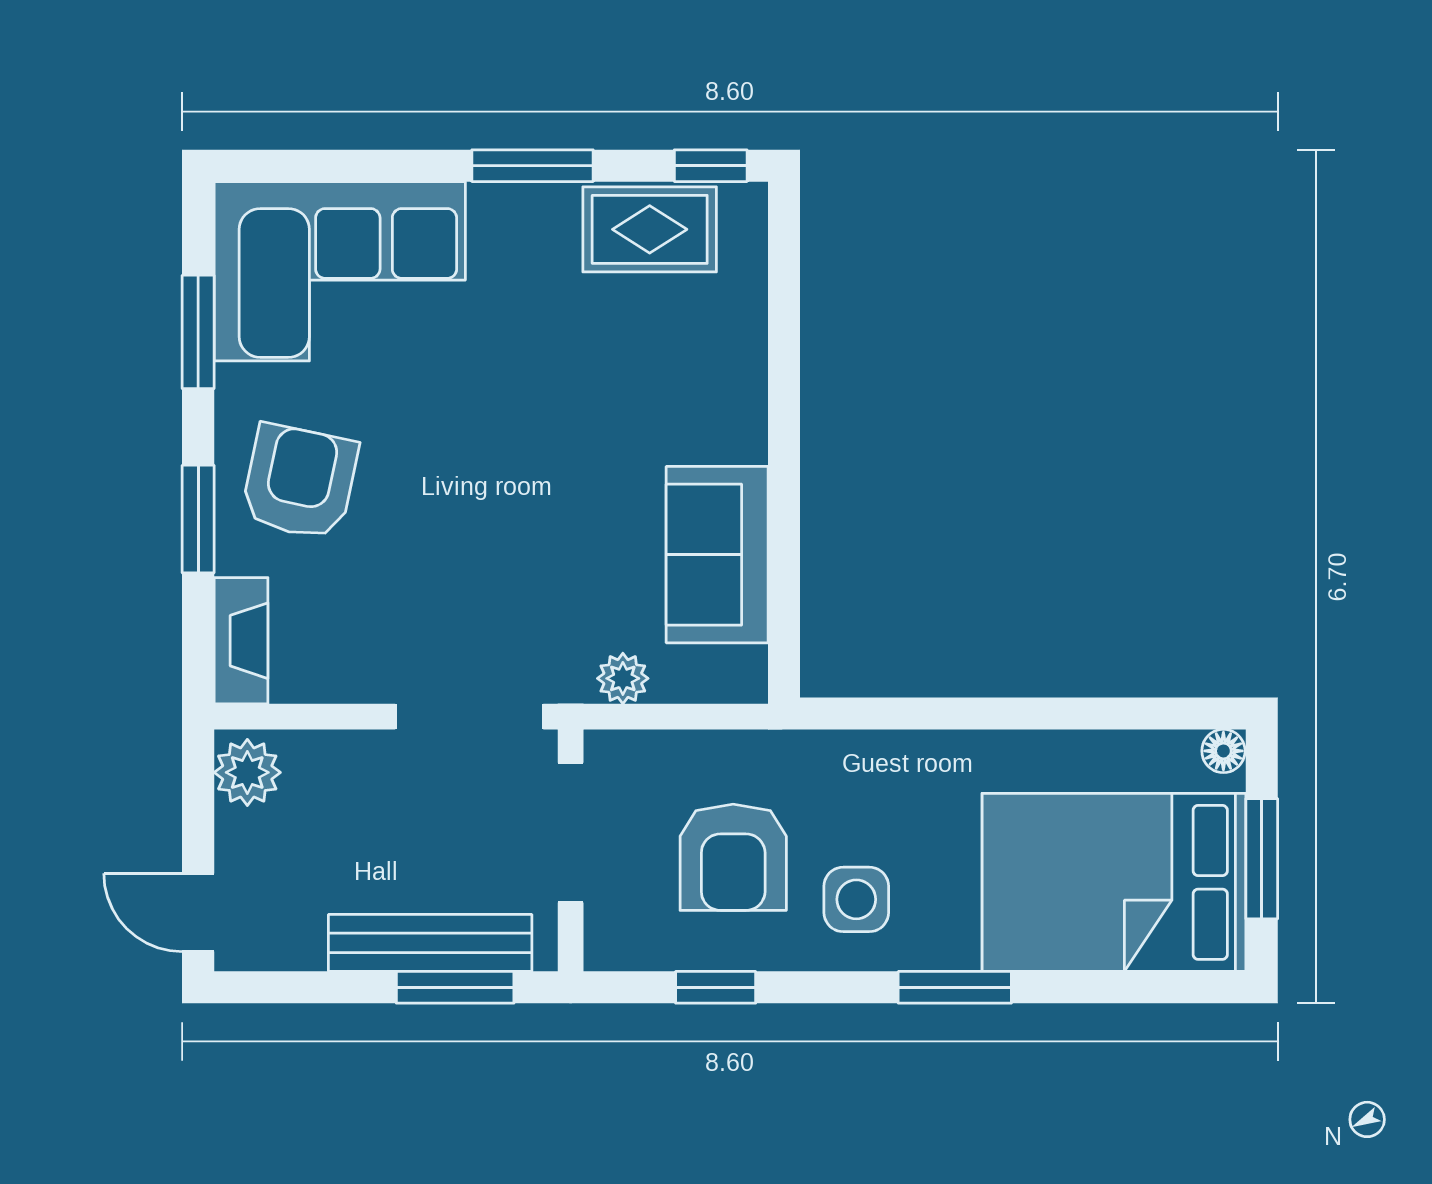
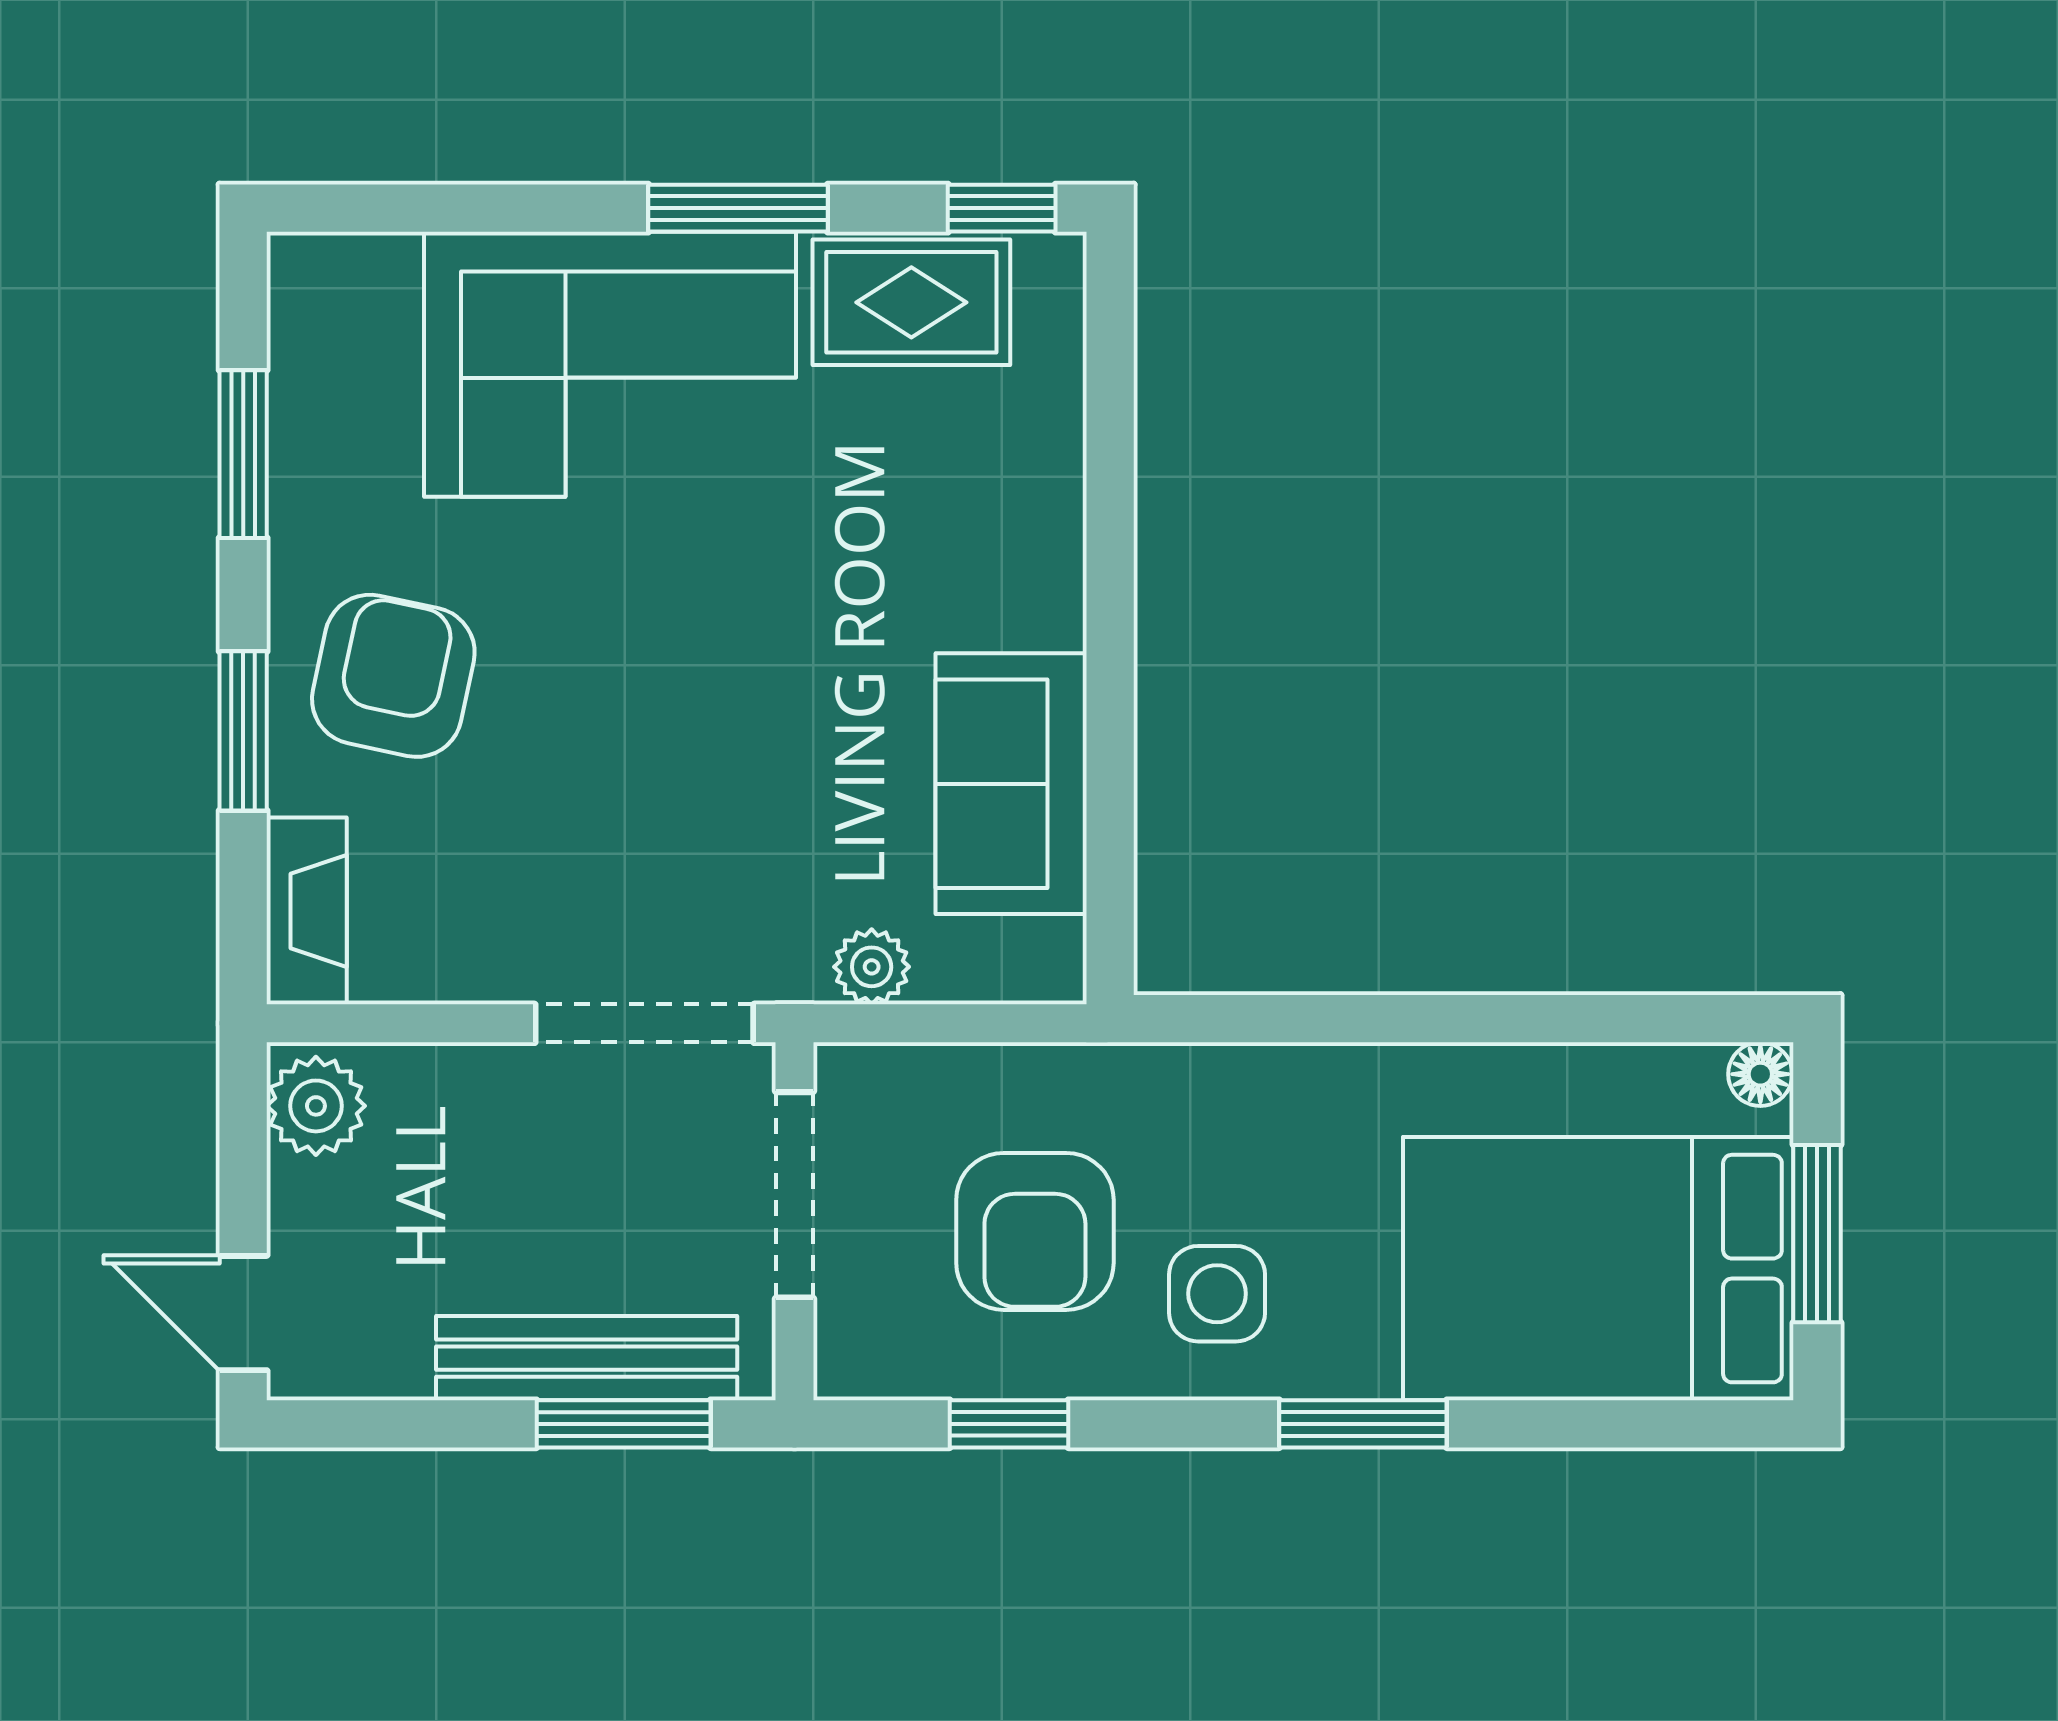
corner sofa: (340, 271) -> (610, 364), moved

